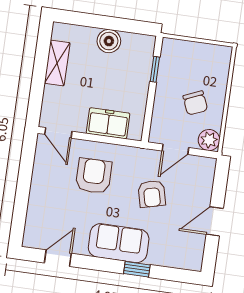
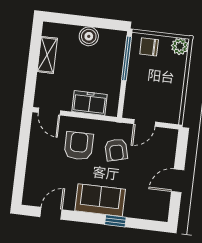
window: (155, 69) -> (127, 58), width x2.17
chair: (195, 103) -> (149, 47), moved, turned 113
plant: (209, 140) -> (180, 46), moved
armchair: (152, 194) -> (116, 150), moved

